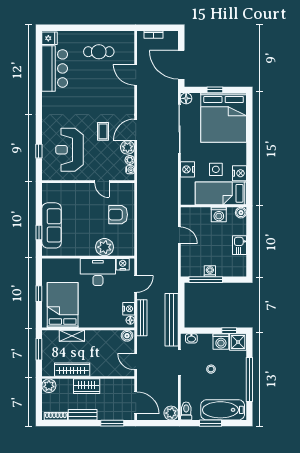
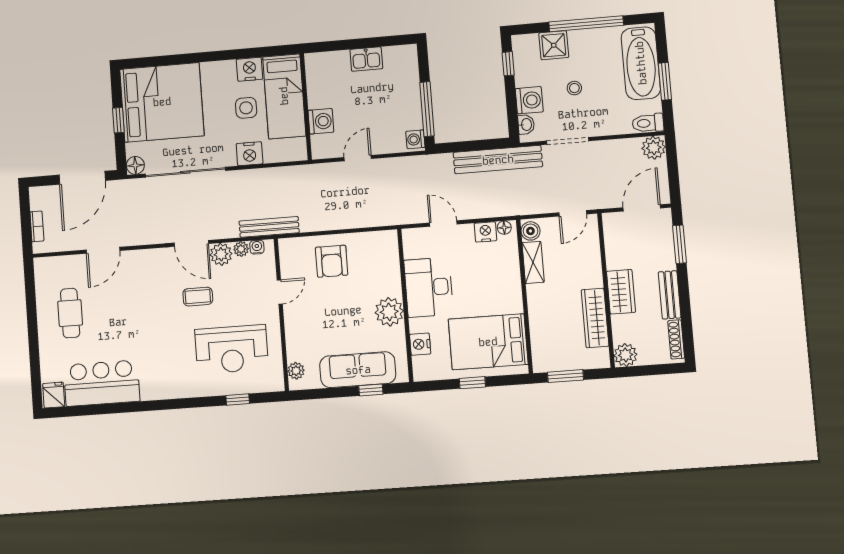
plant: (54, 188) -> (296, 371), added
boiler: (241, 213) -> (313, 61), removed
washing machine: (219, 215) -> (321, 121), moved
plant: (104, 247) -> (389, 312), moved
nightstand: (123, 264) -> (420, 344), moved
washing machine: (210, 271) -> (415, 139), moved
bench: (142, 318) -> (269, 227), moved
shelving: (72, 336) -> (533, 262), moved
washing machine: (221, 342) -> (529, 100), moved
shower: (238, 342) -> (554, 45), moved

